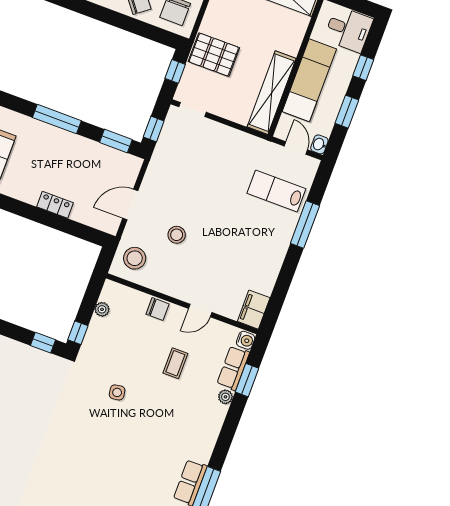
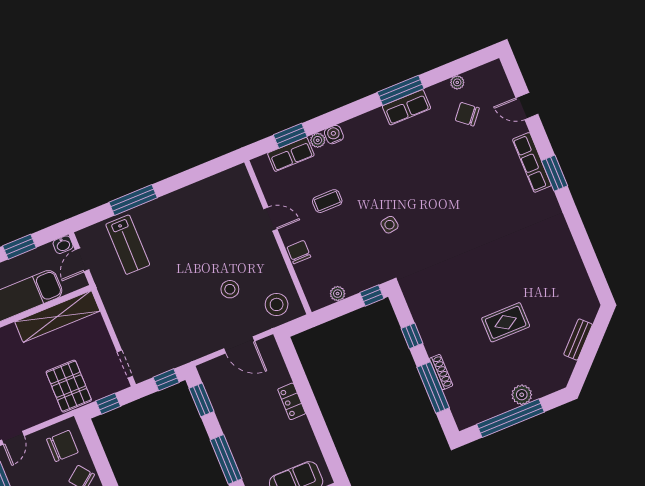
filing cabinet: (254, 310) -> (233, 180), removed
water cooler: (246, 340) -> (334, 135), moved
window: (43, 343) -> (412, 336), moved

